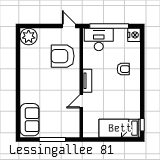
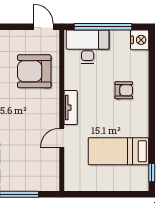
bed: (120, 128) -> (118, 151), moved

